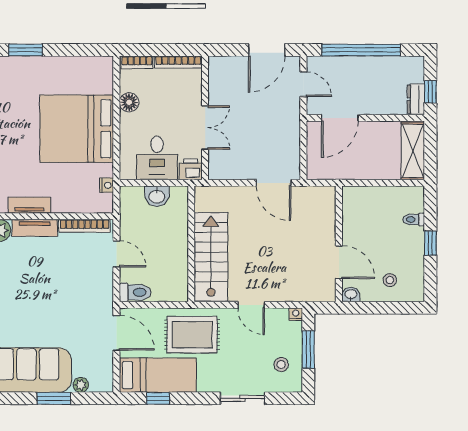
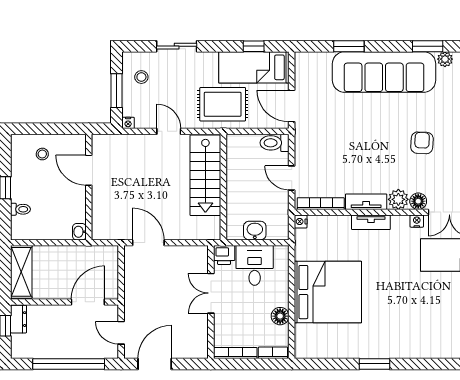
nightstand: (107, 185) -> (301, 222), moved
washbasin: (351, 295) -> (79, 232), moved, turned 90
plant: (81, 385) -> (324, 58), removed

